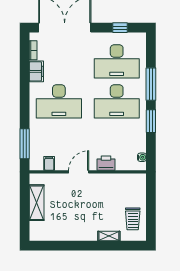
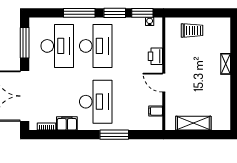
window: (120, 28) -> (25, 43), width x2.17
window: (25, 144) -> (114, 135), moved
window: (151, 150) -> (142, 13), added
trolley: (133, 219) -> (192, 30), moved
shelving: (109, 236) -> (226, 64), moved

